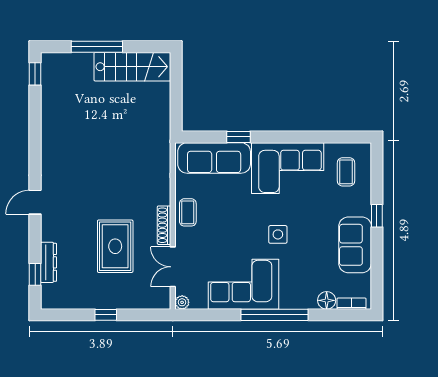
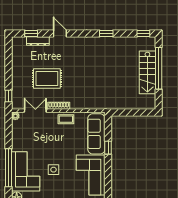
window: (97, 47) -> (159, 68), width x1.46
stairs: (132, 67) -> (147, 72), moved
window: (35, 140) -> (106, 34), added
door: (35, 202) -> (60, 34), moved
corner sofa: (244, 284) -> (26, 171), moved
window: (106, 315) -> (8, 96), moved

